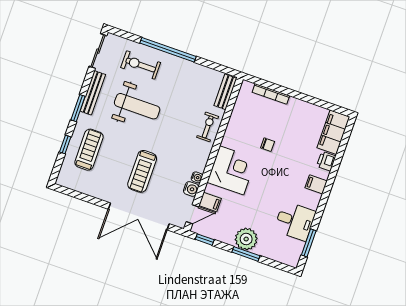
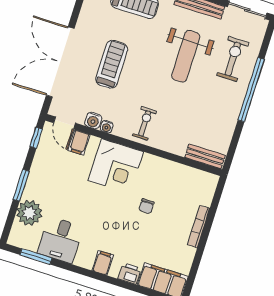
bookcase: (271, 94) -> (199, 226), moved
exercise bike: (208, 127) -> (145, 123), moved, turned -90
treadmill: (142, 171) -> (112, 64), turned 90
plant: (246, 239) -> (29, 213), moved

